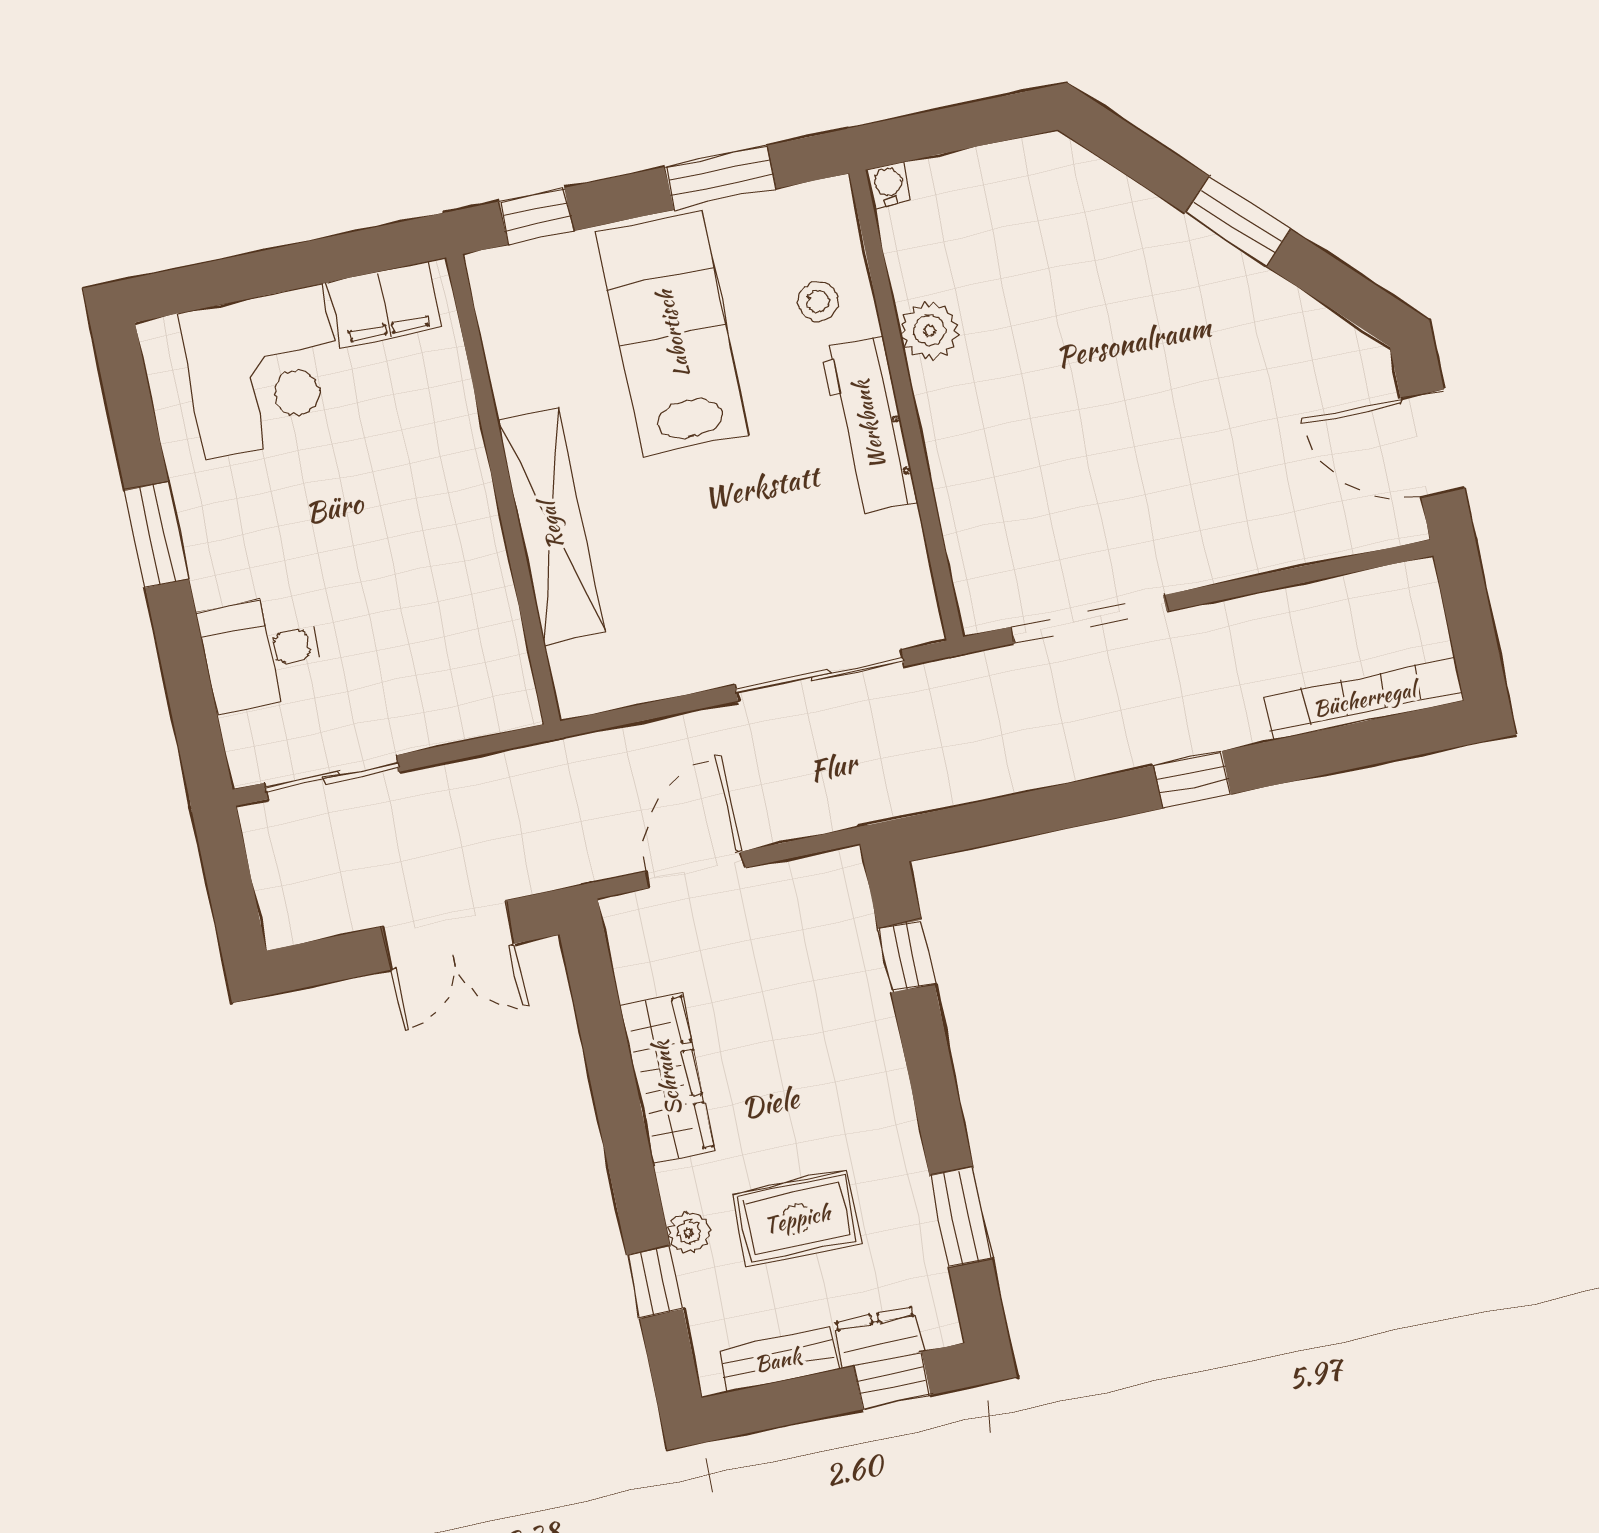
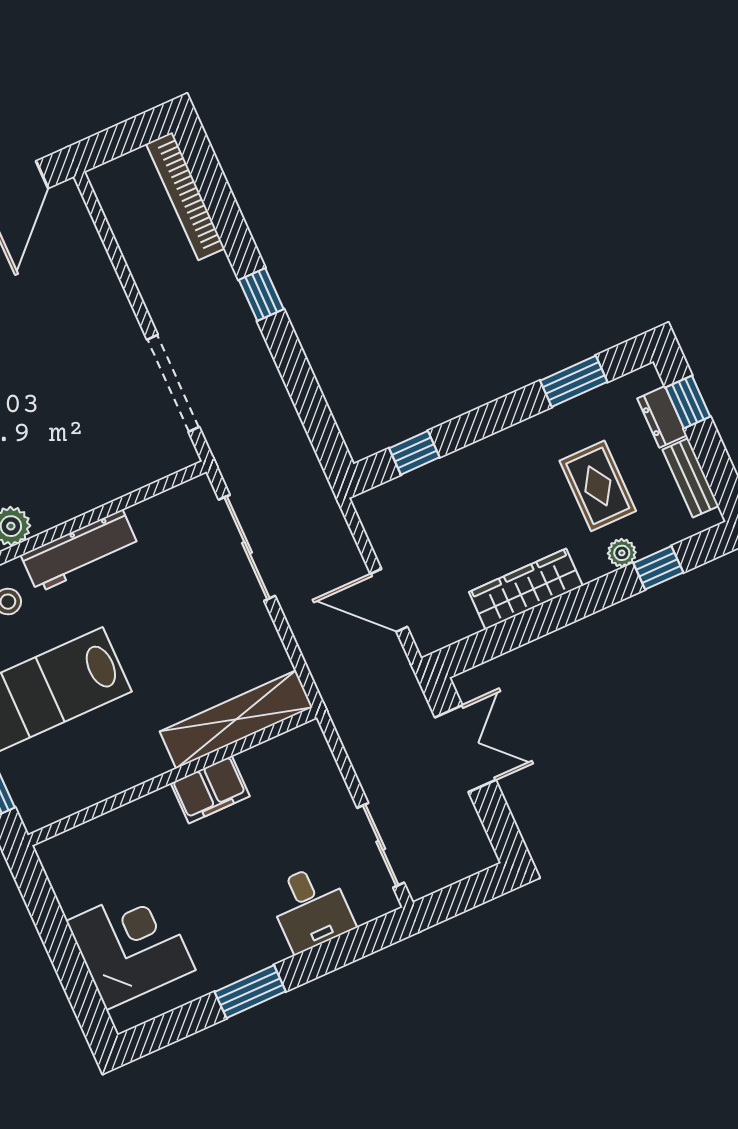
filing cabinet: (384, 305) -> (210, 790), moved, turned 90
shelving: (551, 526) -> (236, 719), moved

